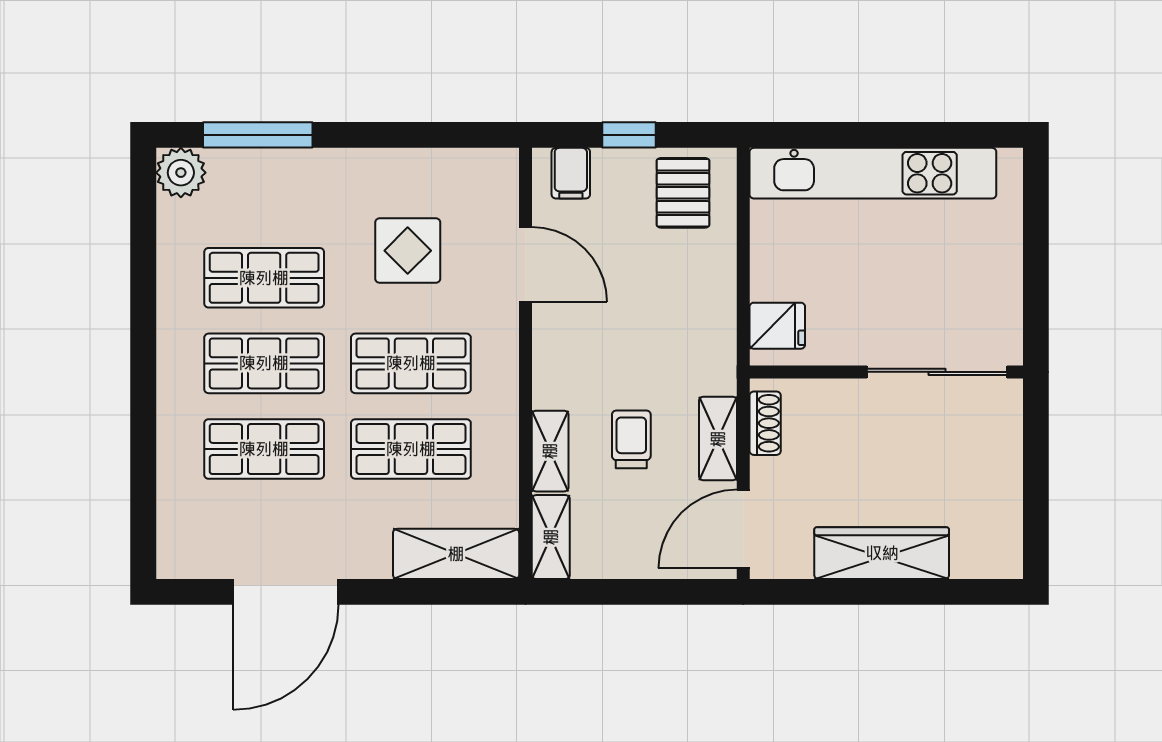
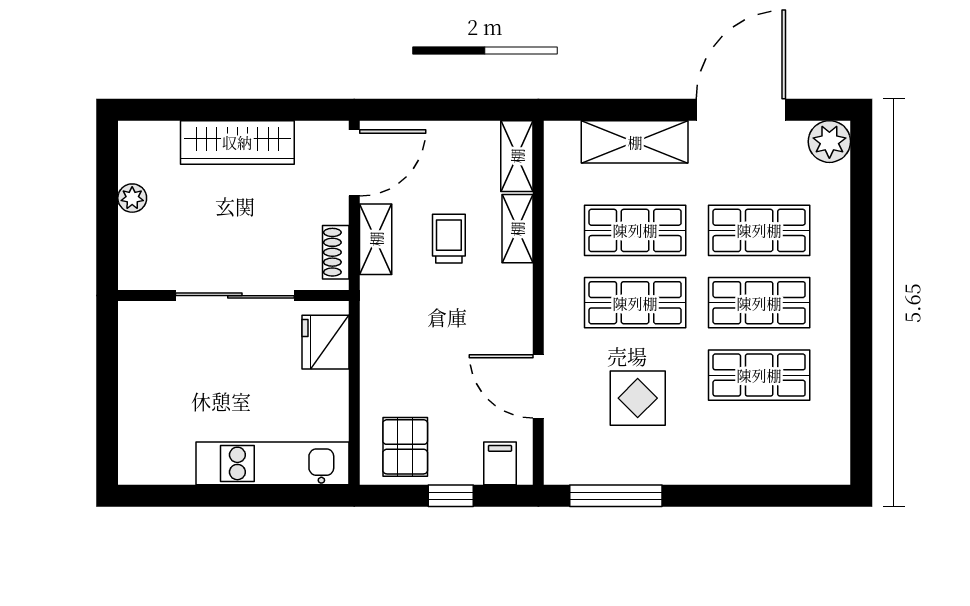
window: (258, 135) -> (616, 496), moved
plant: (181, 173) -> (829, 142), moved
kitchen unit: (873, 173) -> (273, 463), width x0.73
fridge: (777, 326) -> (326, 342), width x1.38
sliding door: (937, 372) -> (235, 296), moved
trolley: (631, 439) -> (449, 239), turned 180
plant: (1006, 487) -> (132, 198), added
shelving: (456, 554) -> (635, 142), moved

